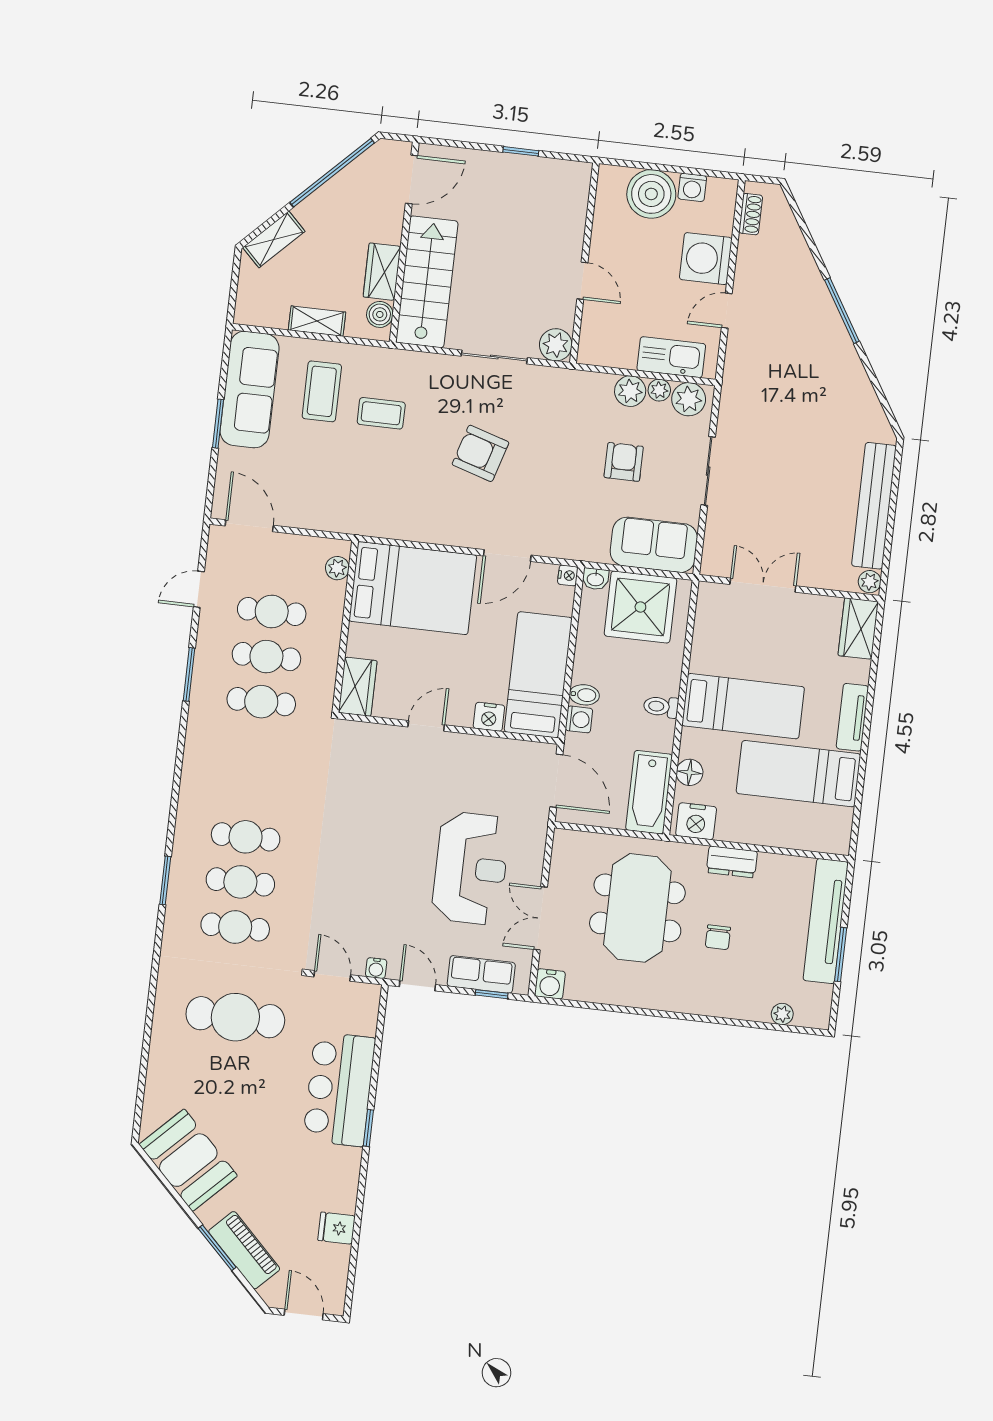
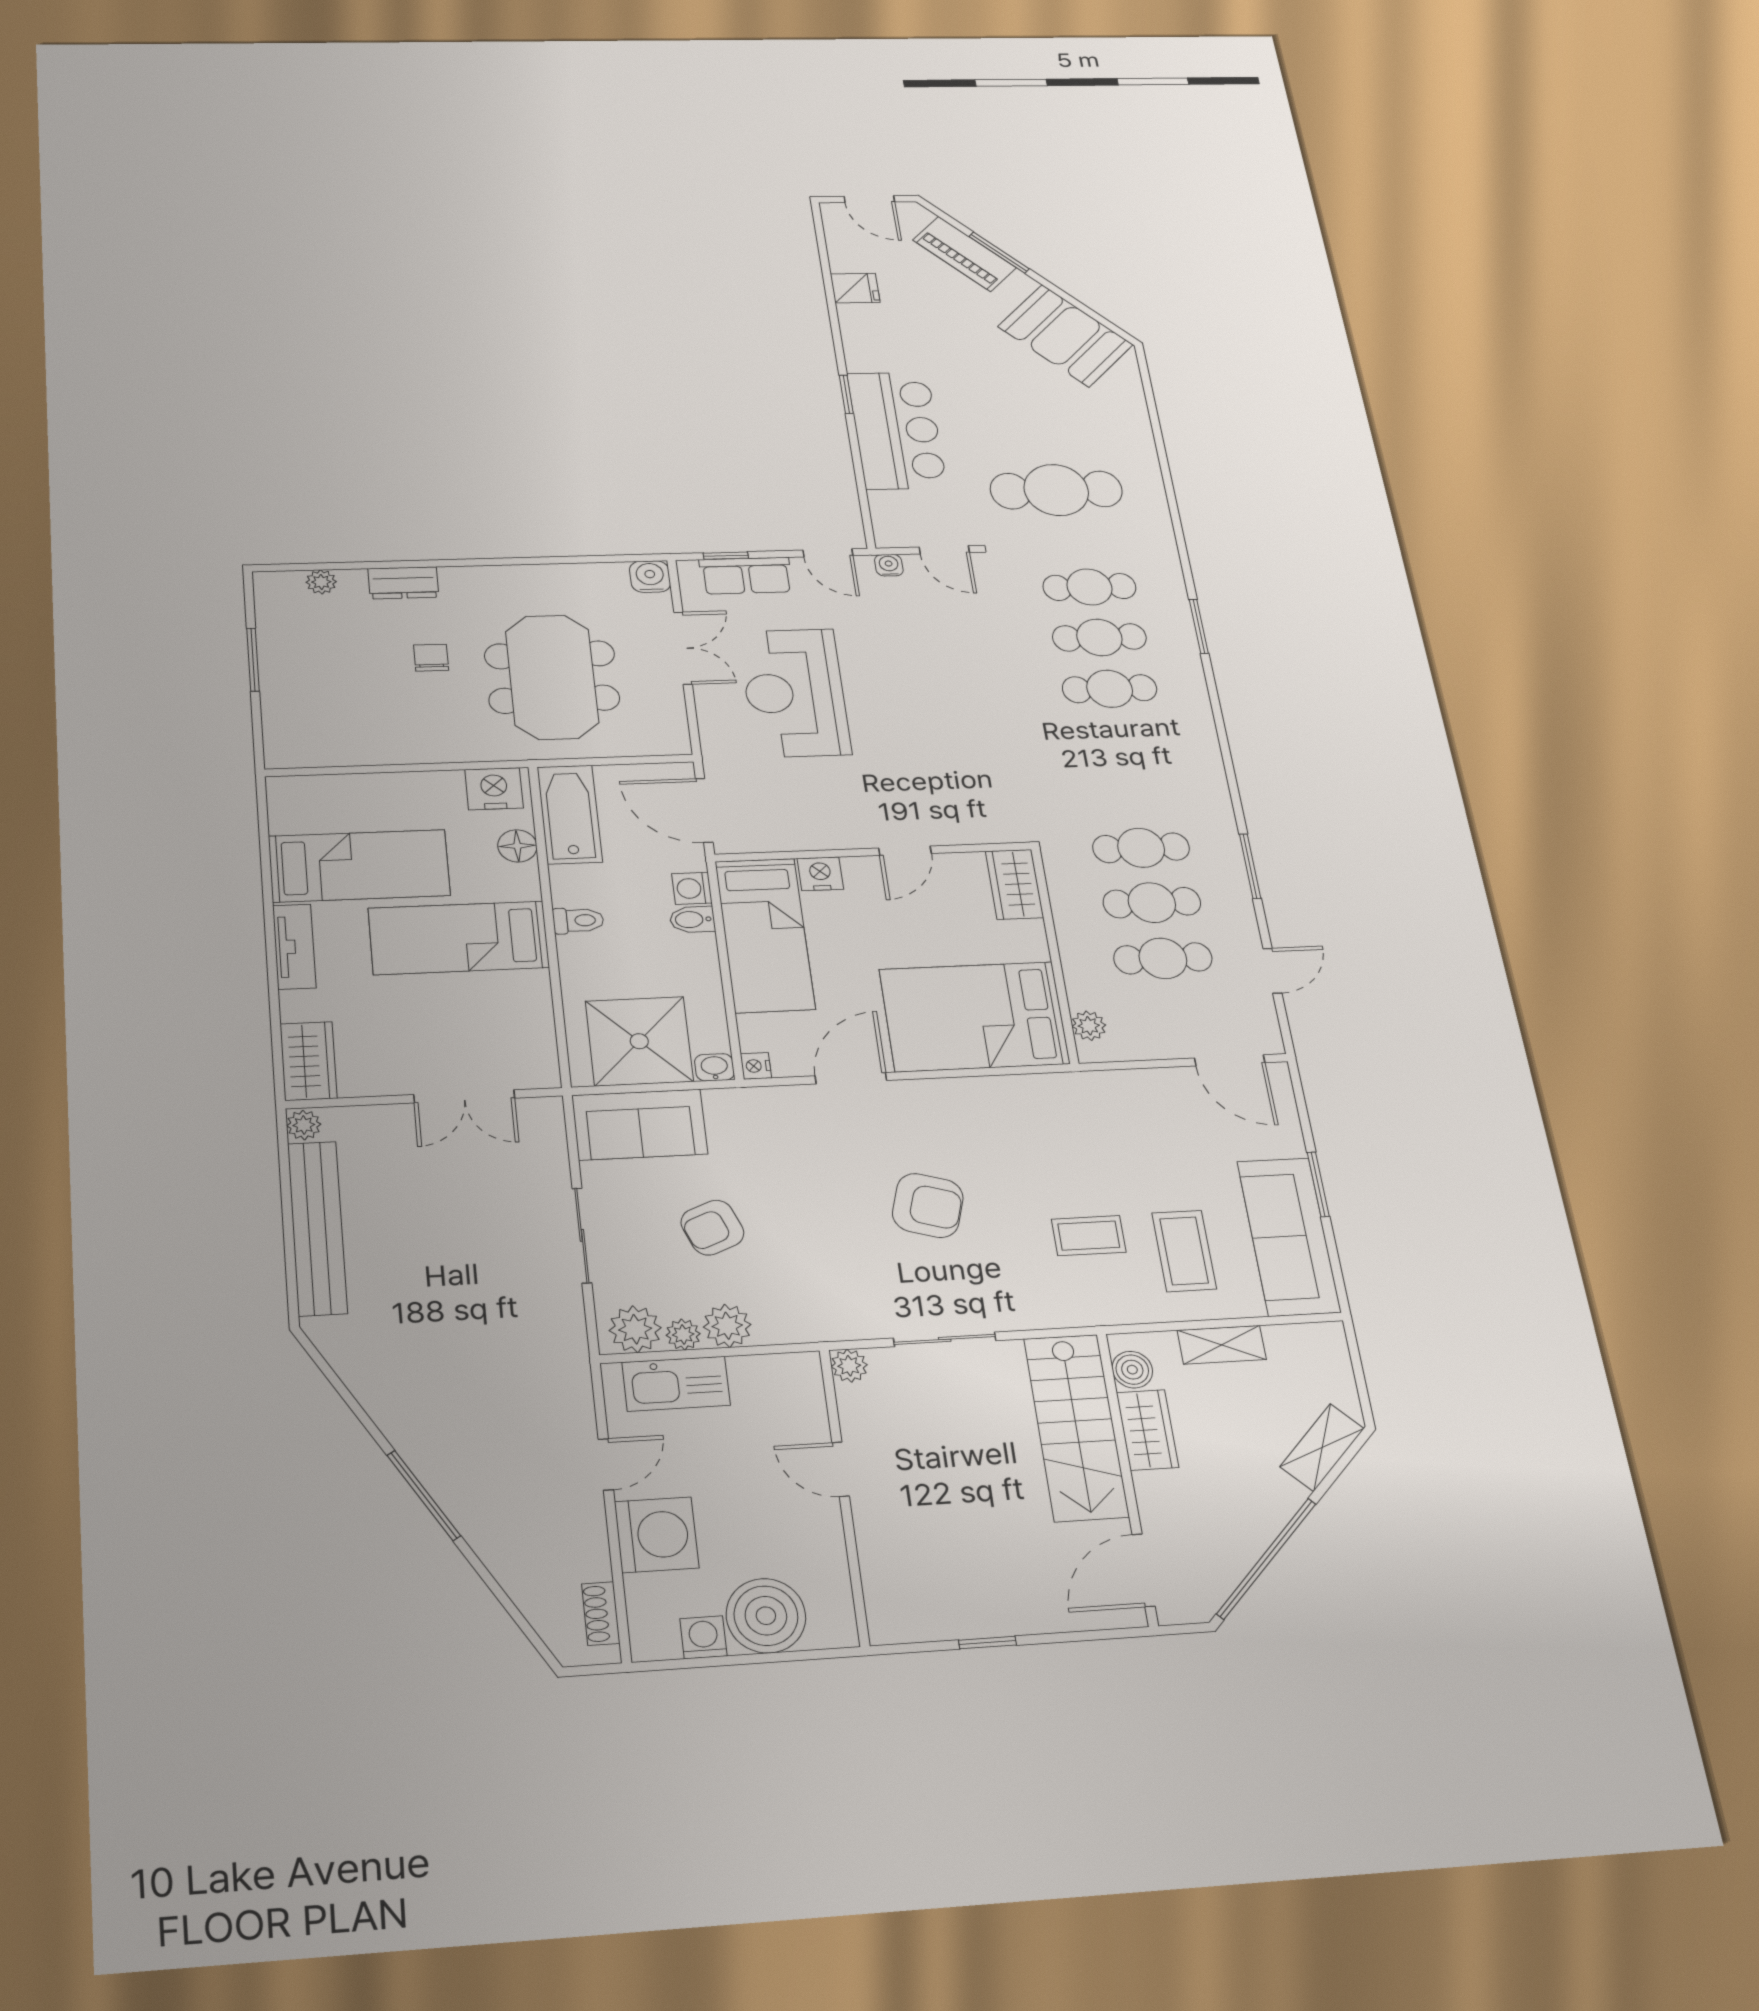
plant: (556, 345) -> (849, 1366), width x0.73, depth x0.73
armchair: (624, 462) -> (712, 1228), turned 68
dresser: (732, 862) -> (403, 583), moved, turned 180
tv unit: (826, 921) -> (282, 695), removed

